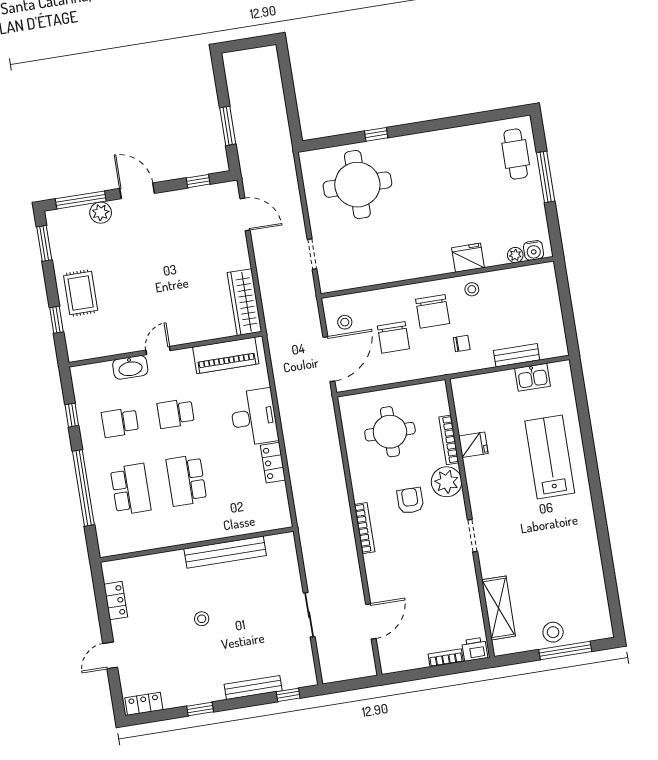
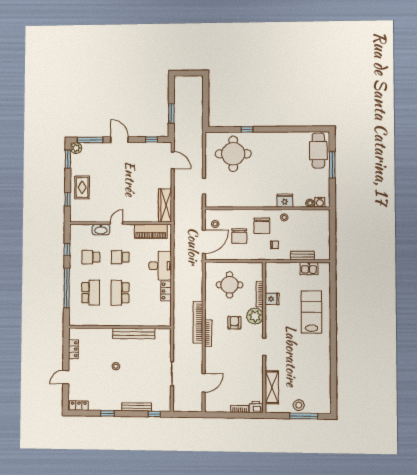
cafe table: (516, 154) -> (318, 151), width x1.37, depth x1.35
plant: (101, 213) -> (76, 148), moved
bookcase: (342, 511) -> (198, 322), added

